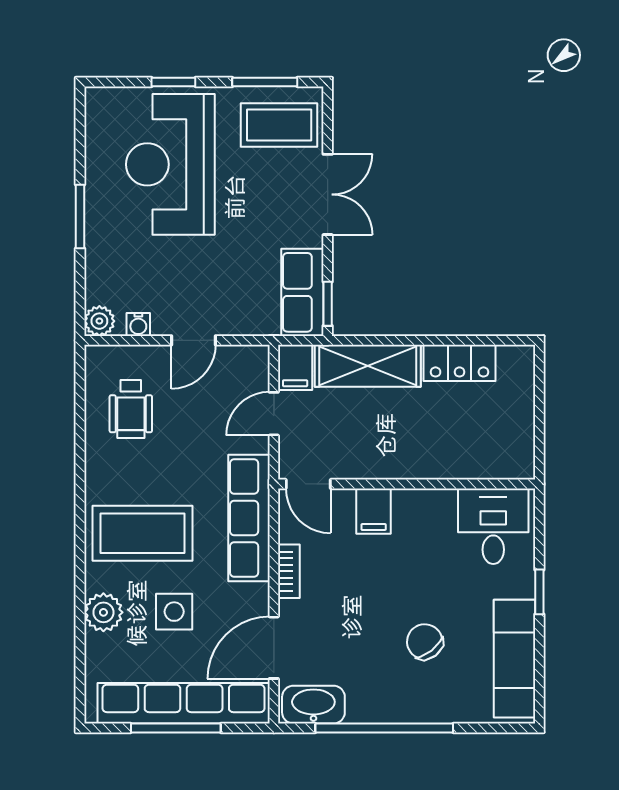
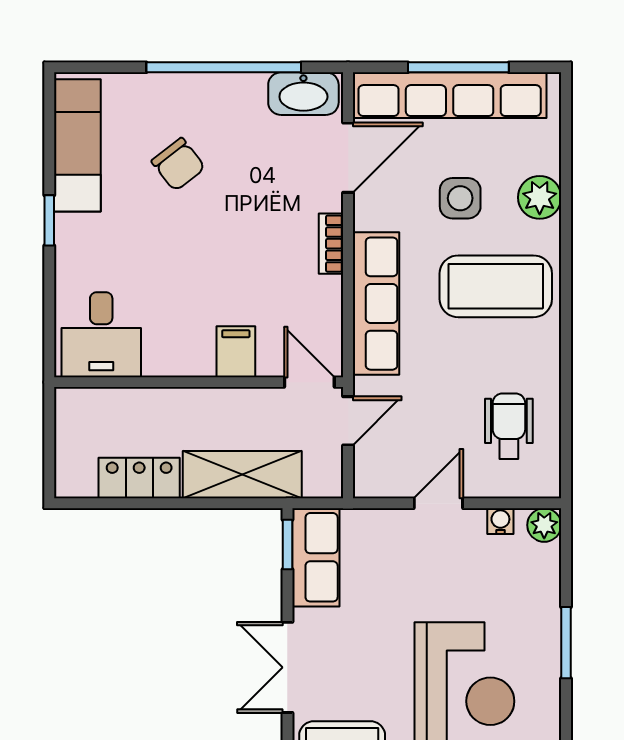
filing cabinet: (295, 367) -> (324, 473), removed
door: (308, 484) -> (309, 382), moved
wall: (407, 484) -> (199, 382), moved
filing cabinet: (374, 511) -> (236, 352), moved
desk: (493, 526) -> (101, 335), moved

